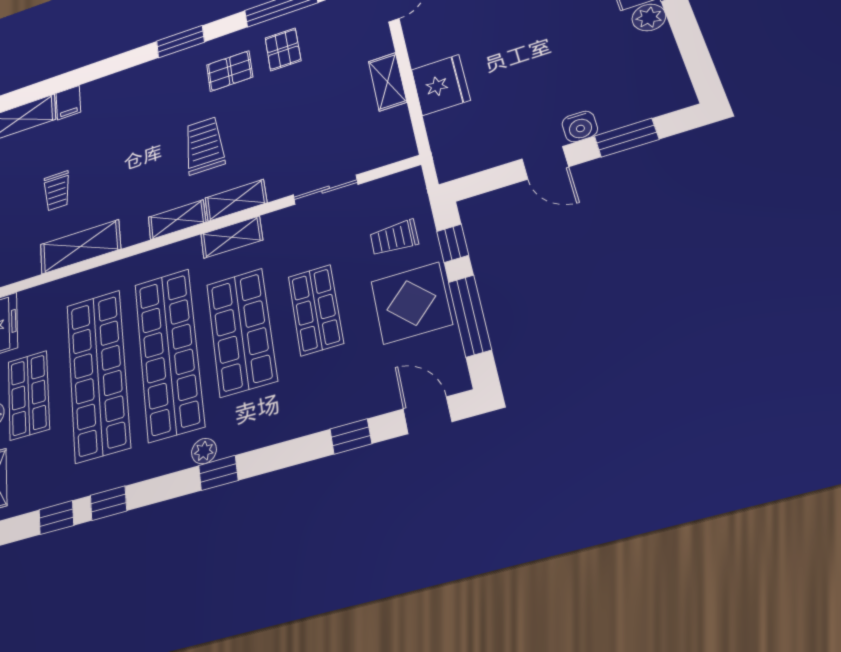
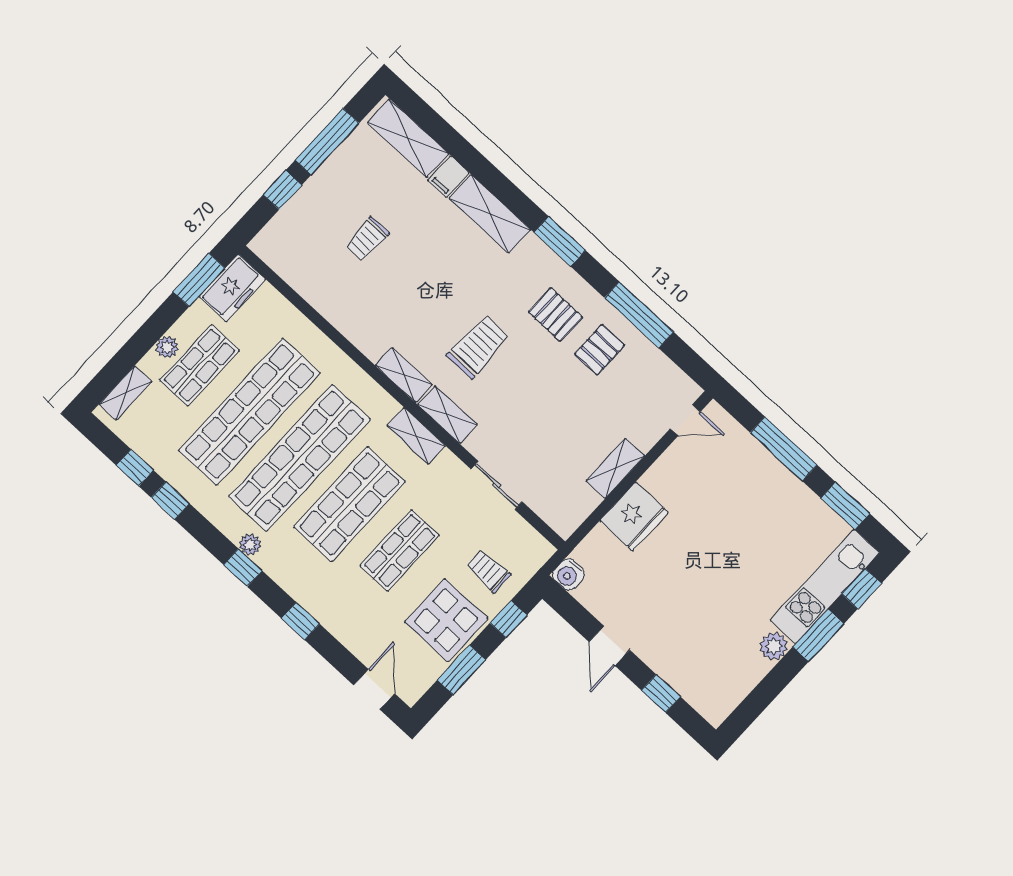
water cooler: (580, 126) -> (568, 574), moved
window: (626, 138) -> (661, 693), width x0.67
shelving: (80, 247) -> (490, 214), moved
window: (470, 316) -> (461, 670), width x0.69
window: (351, 436) -> (300, 621), moved

